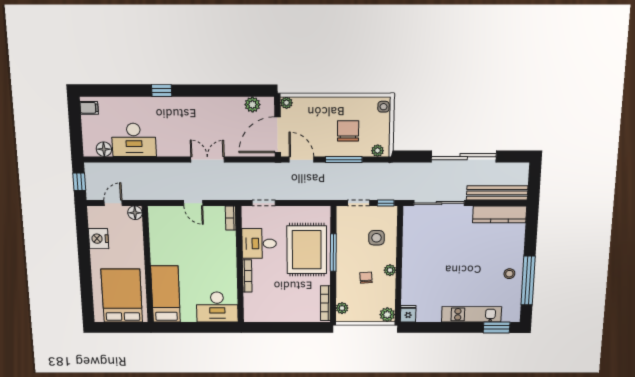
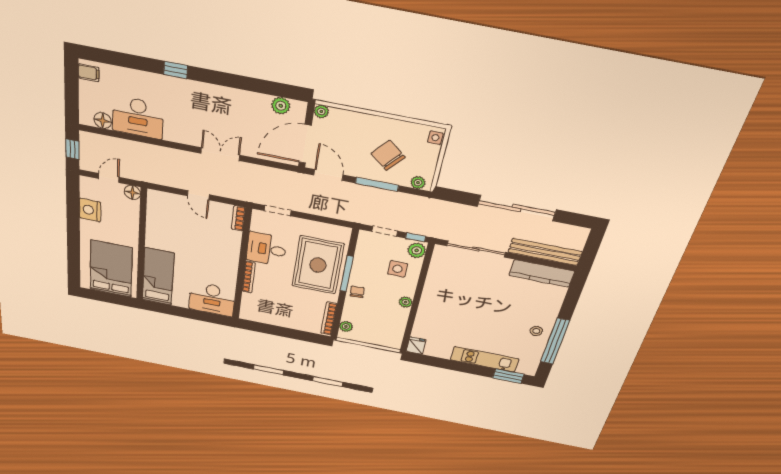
chair: (348, 131) -> (388, 155), turned -50
chair: (366, 278) -> (357, 292), moved
plant: (387, 315) -> (417, 250), moved

